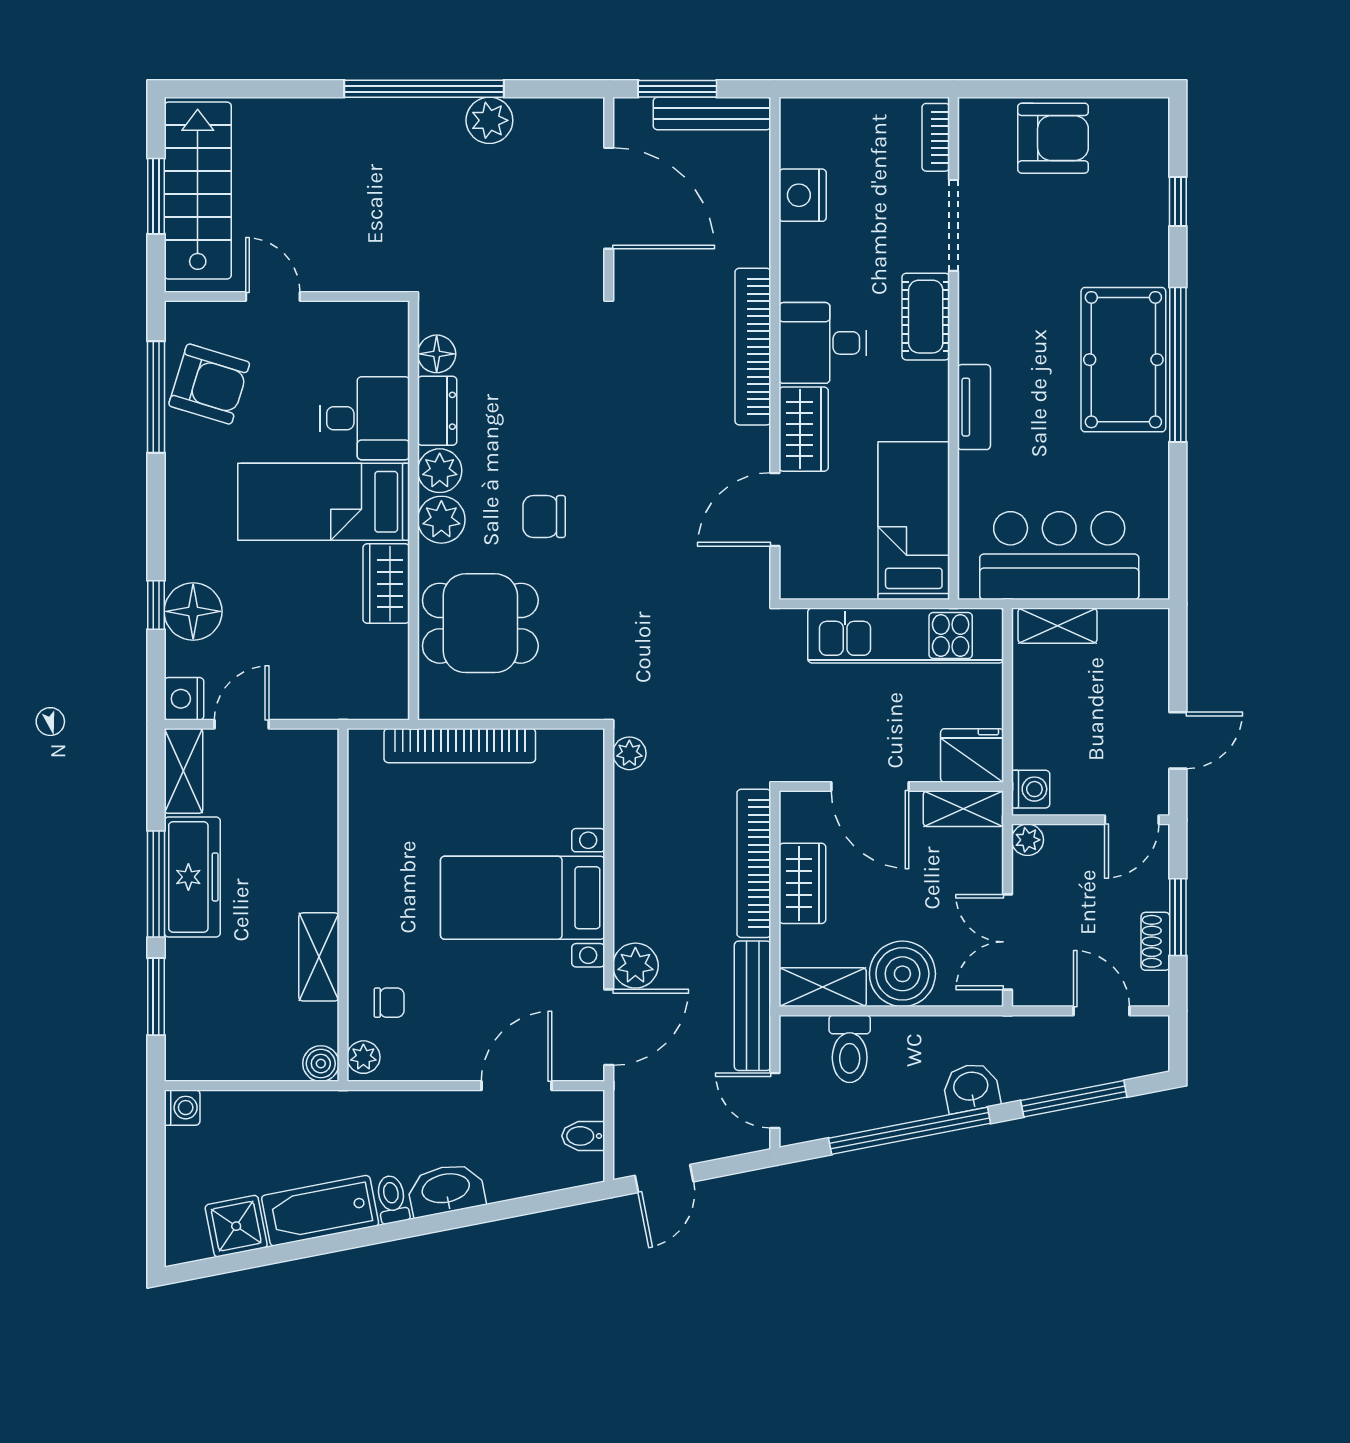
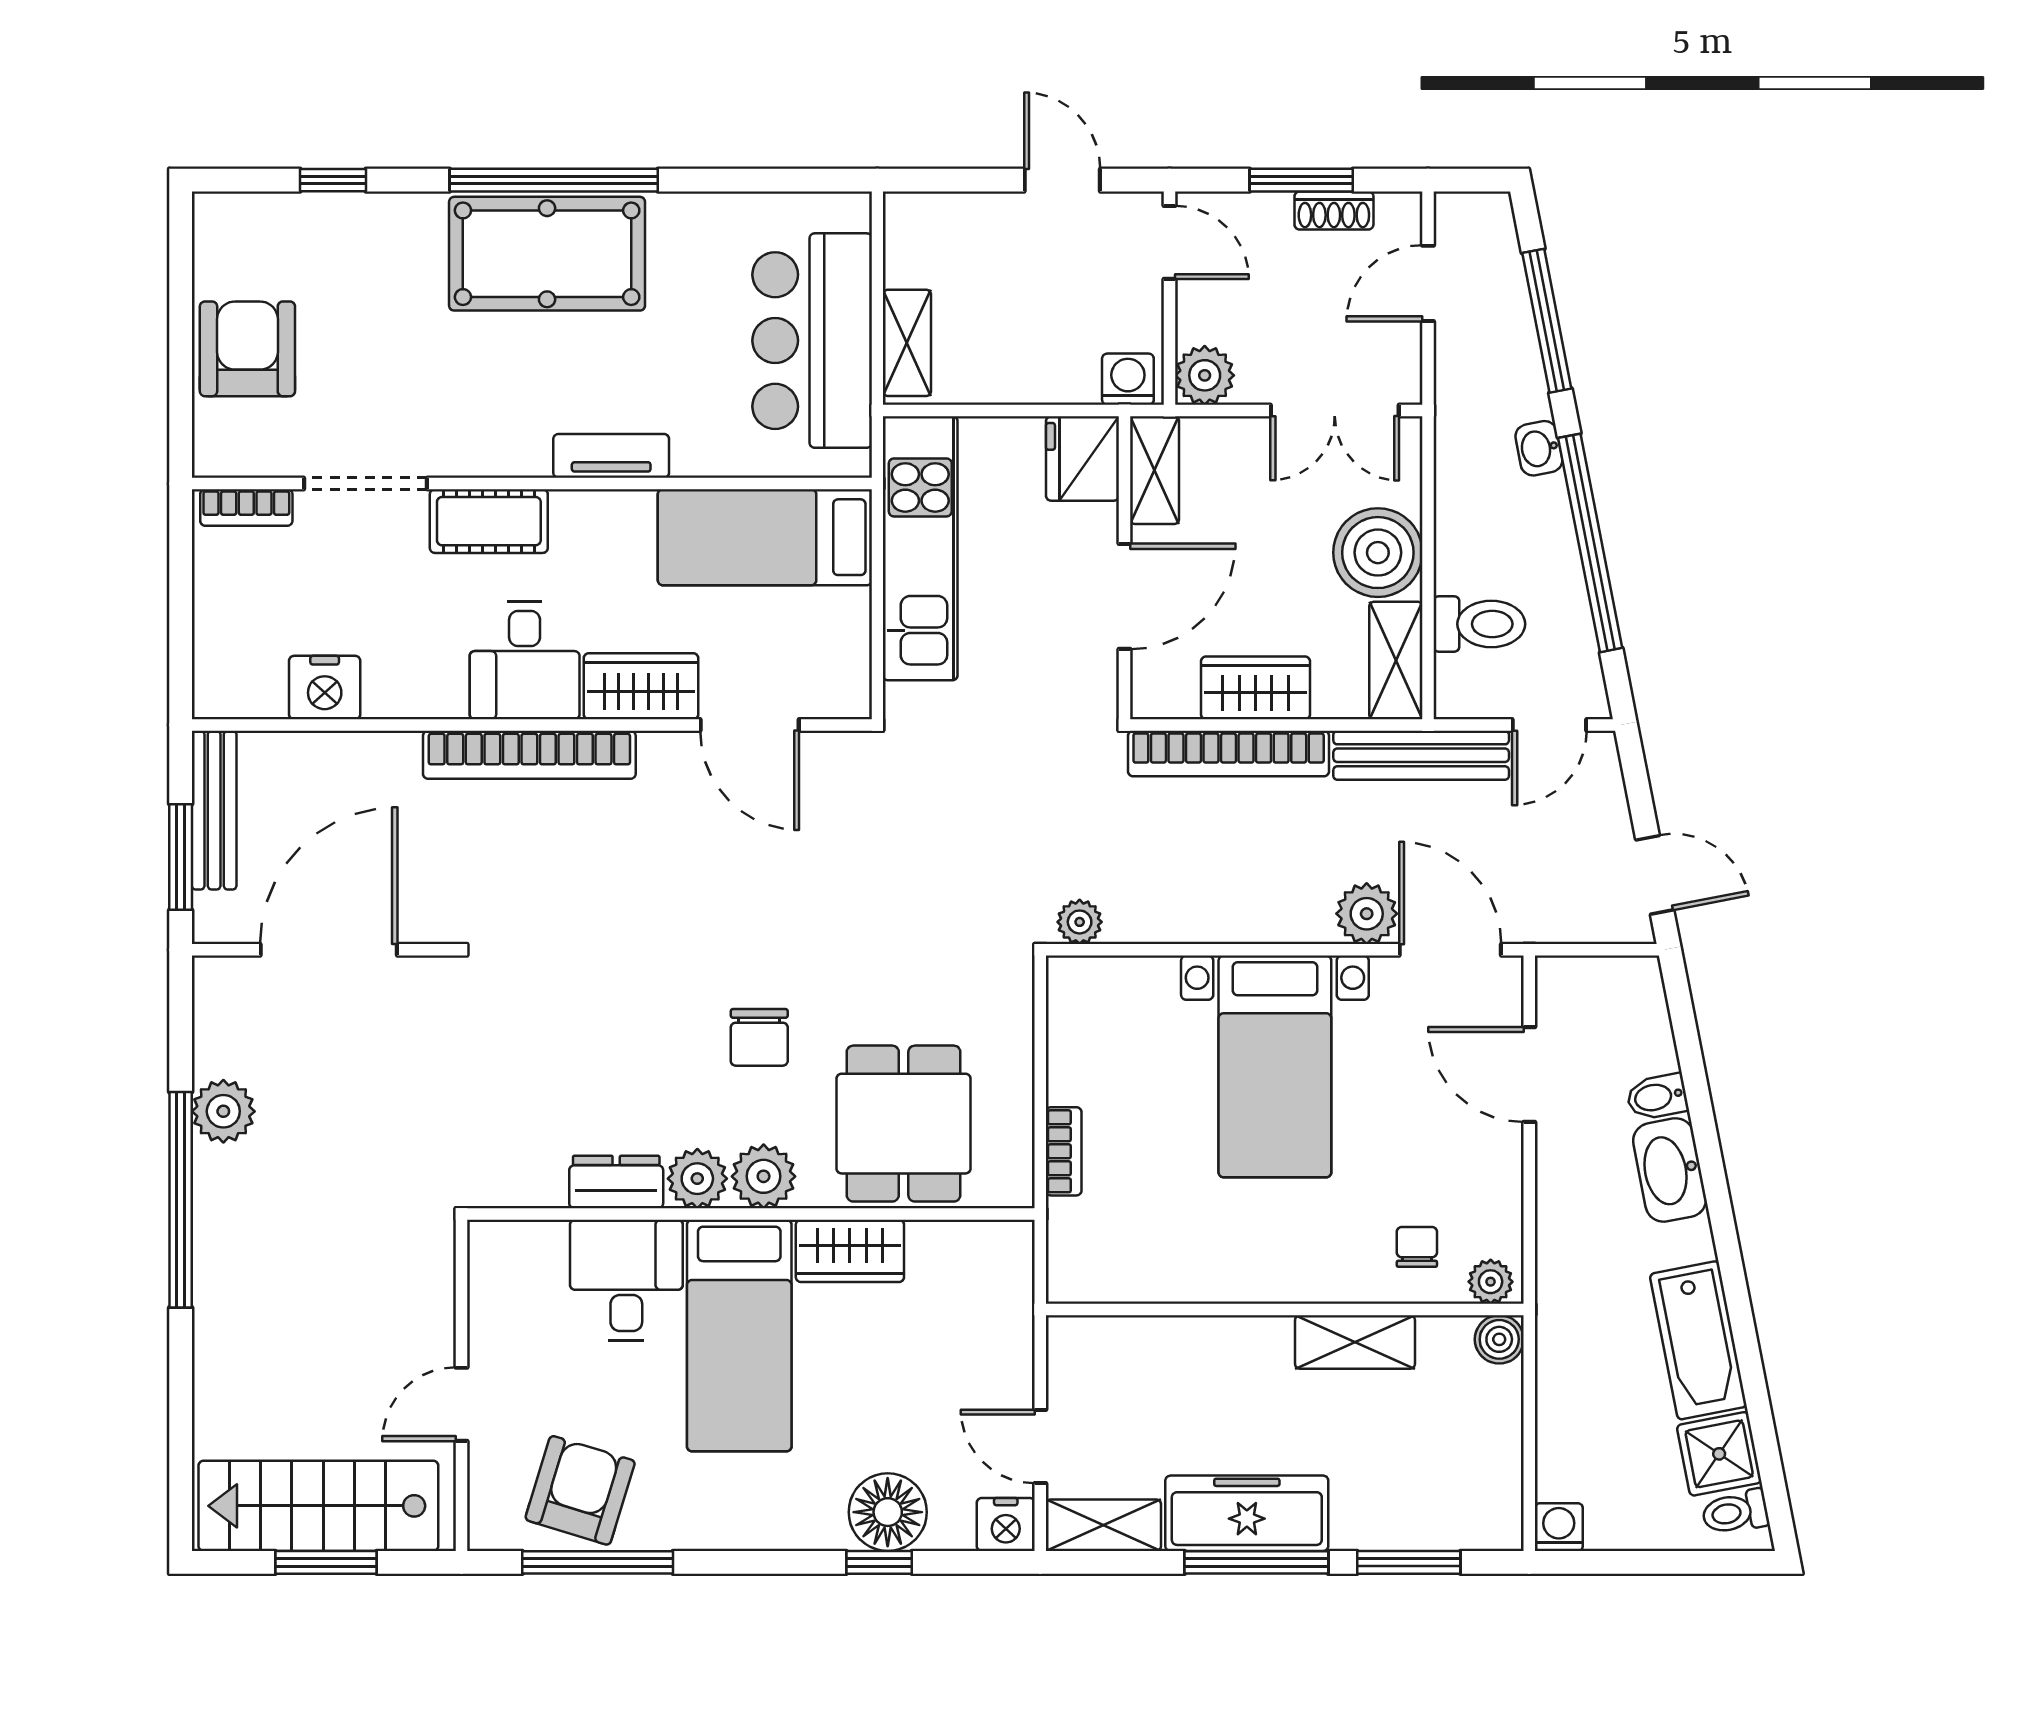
floor lamp: (437, 354) -> (539, 1183), removed
bookcase: (460, 746) -> (1064, 1151), width x0.43, depth x0.76
plant: (1028, 840) -> (1205, 375), width x1.38, depth x1.38
washbasin: (971, 1087) -> (1539, 448), width x0.72, depth x0.69
bidet: (583, 1136) -> (1657, 1097), moved, turned 79
toilet: (392, 1199) -> (1735, 1512), moved

